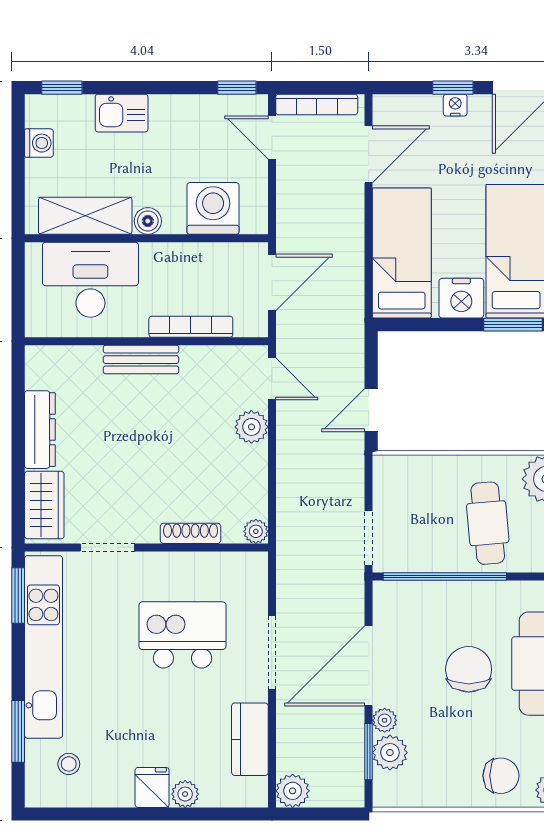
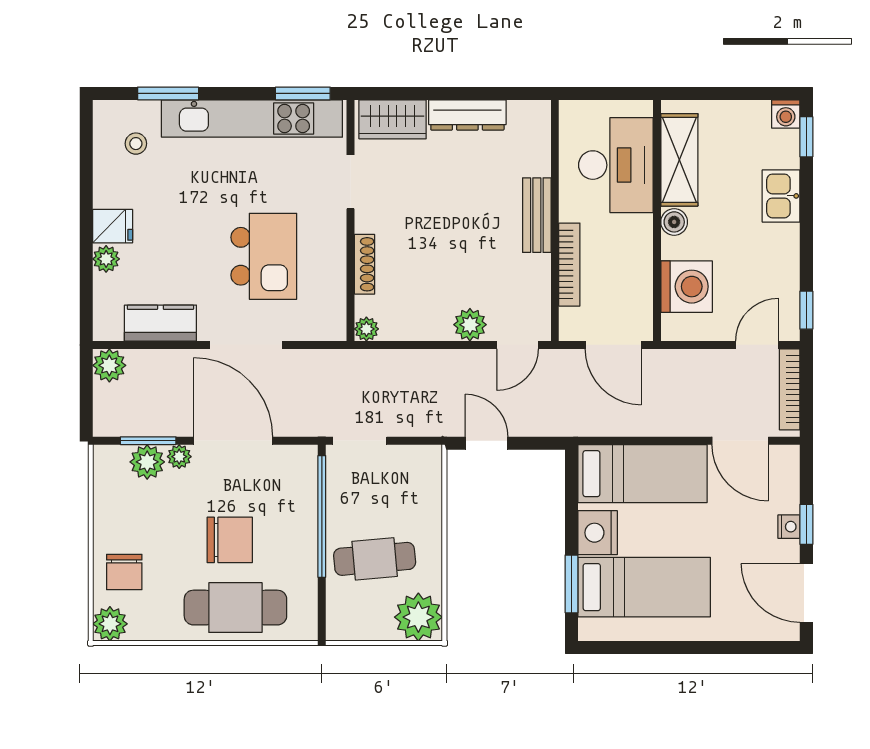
washing machine: (39, 143) -> (786, 114), moved

